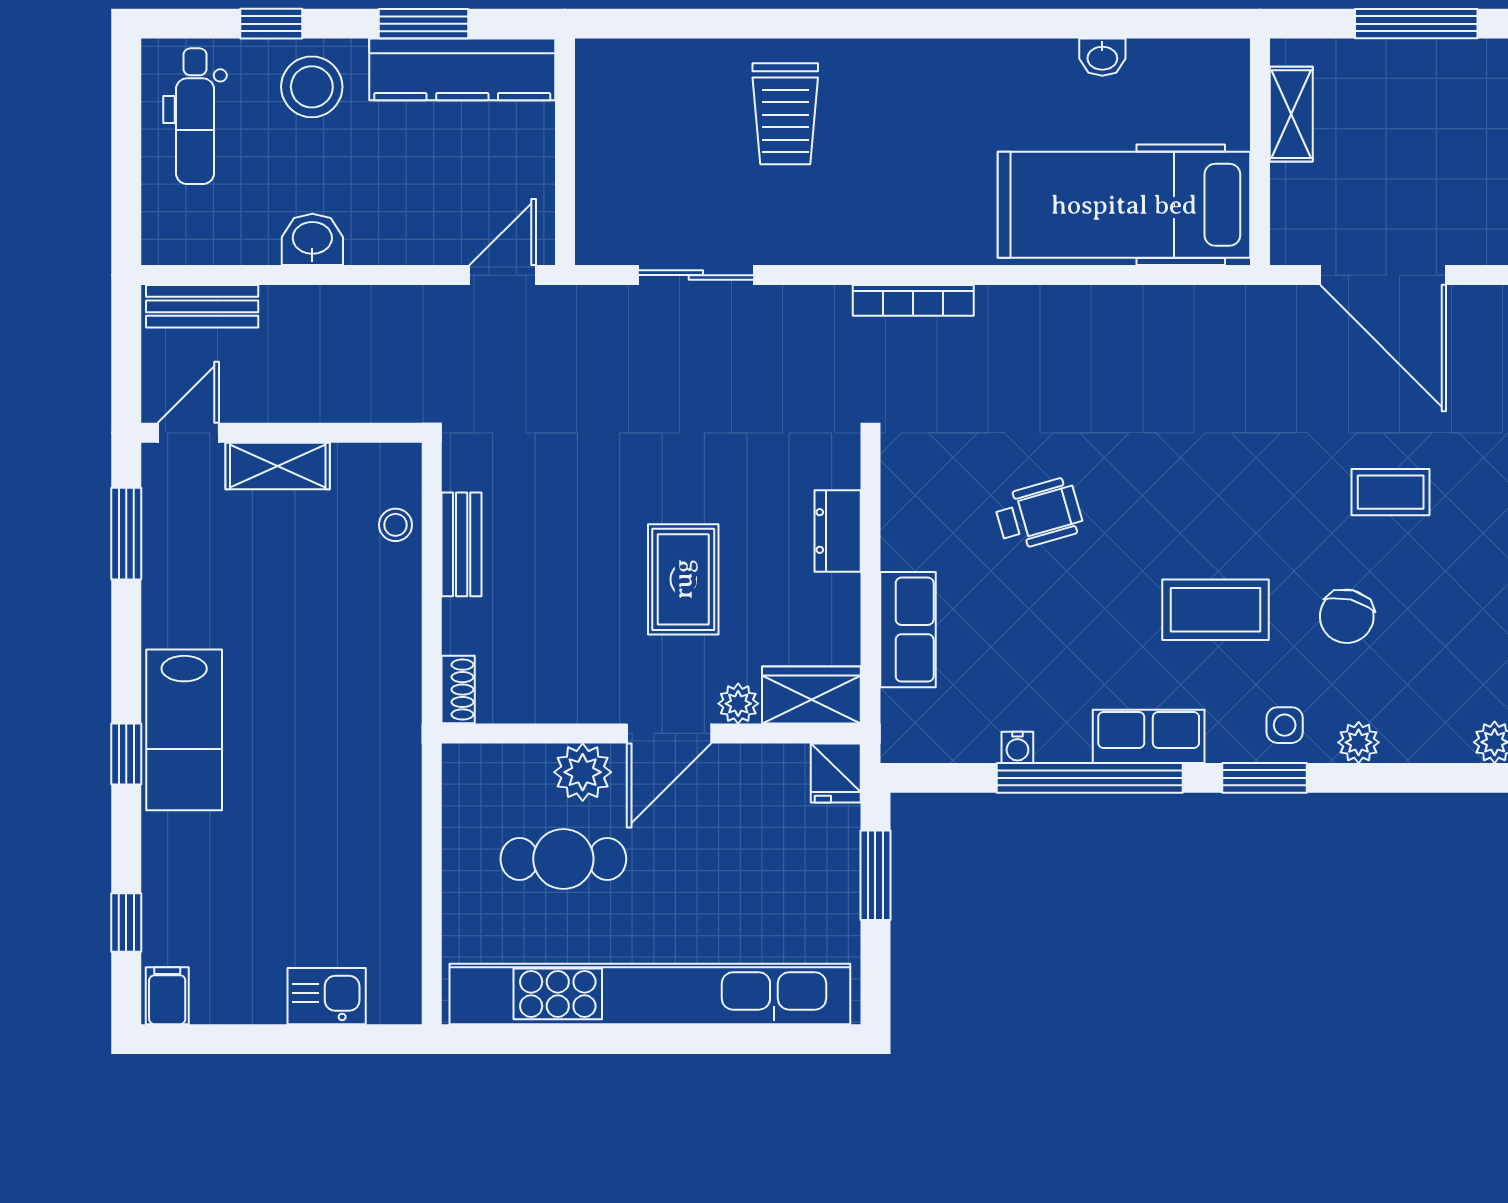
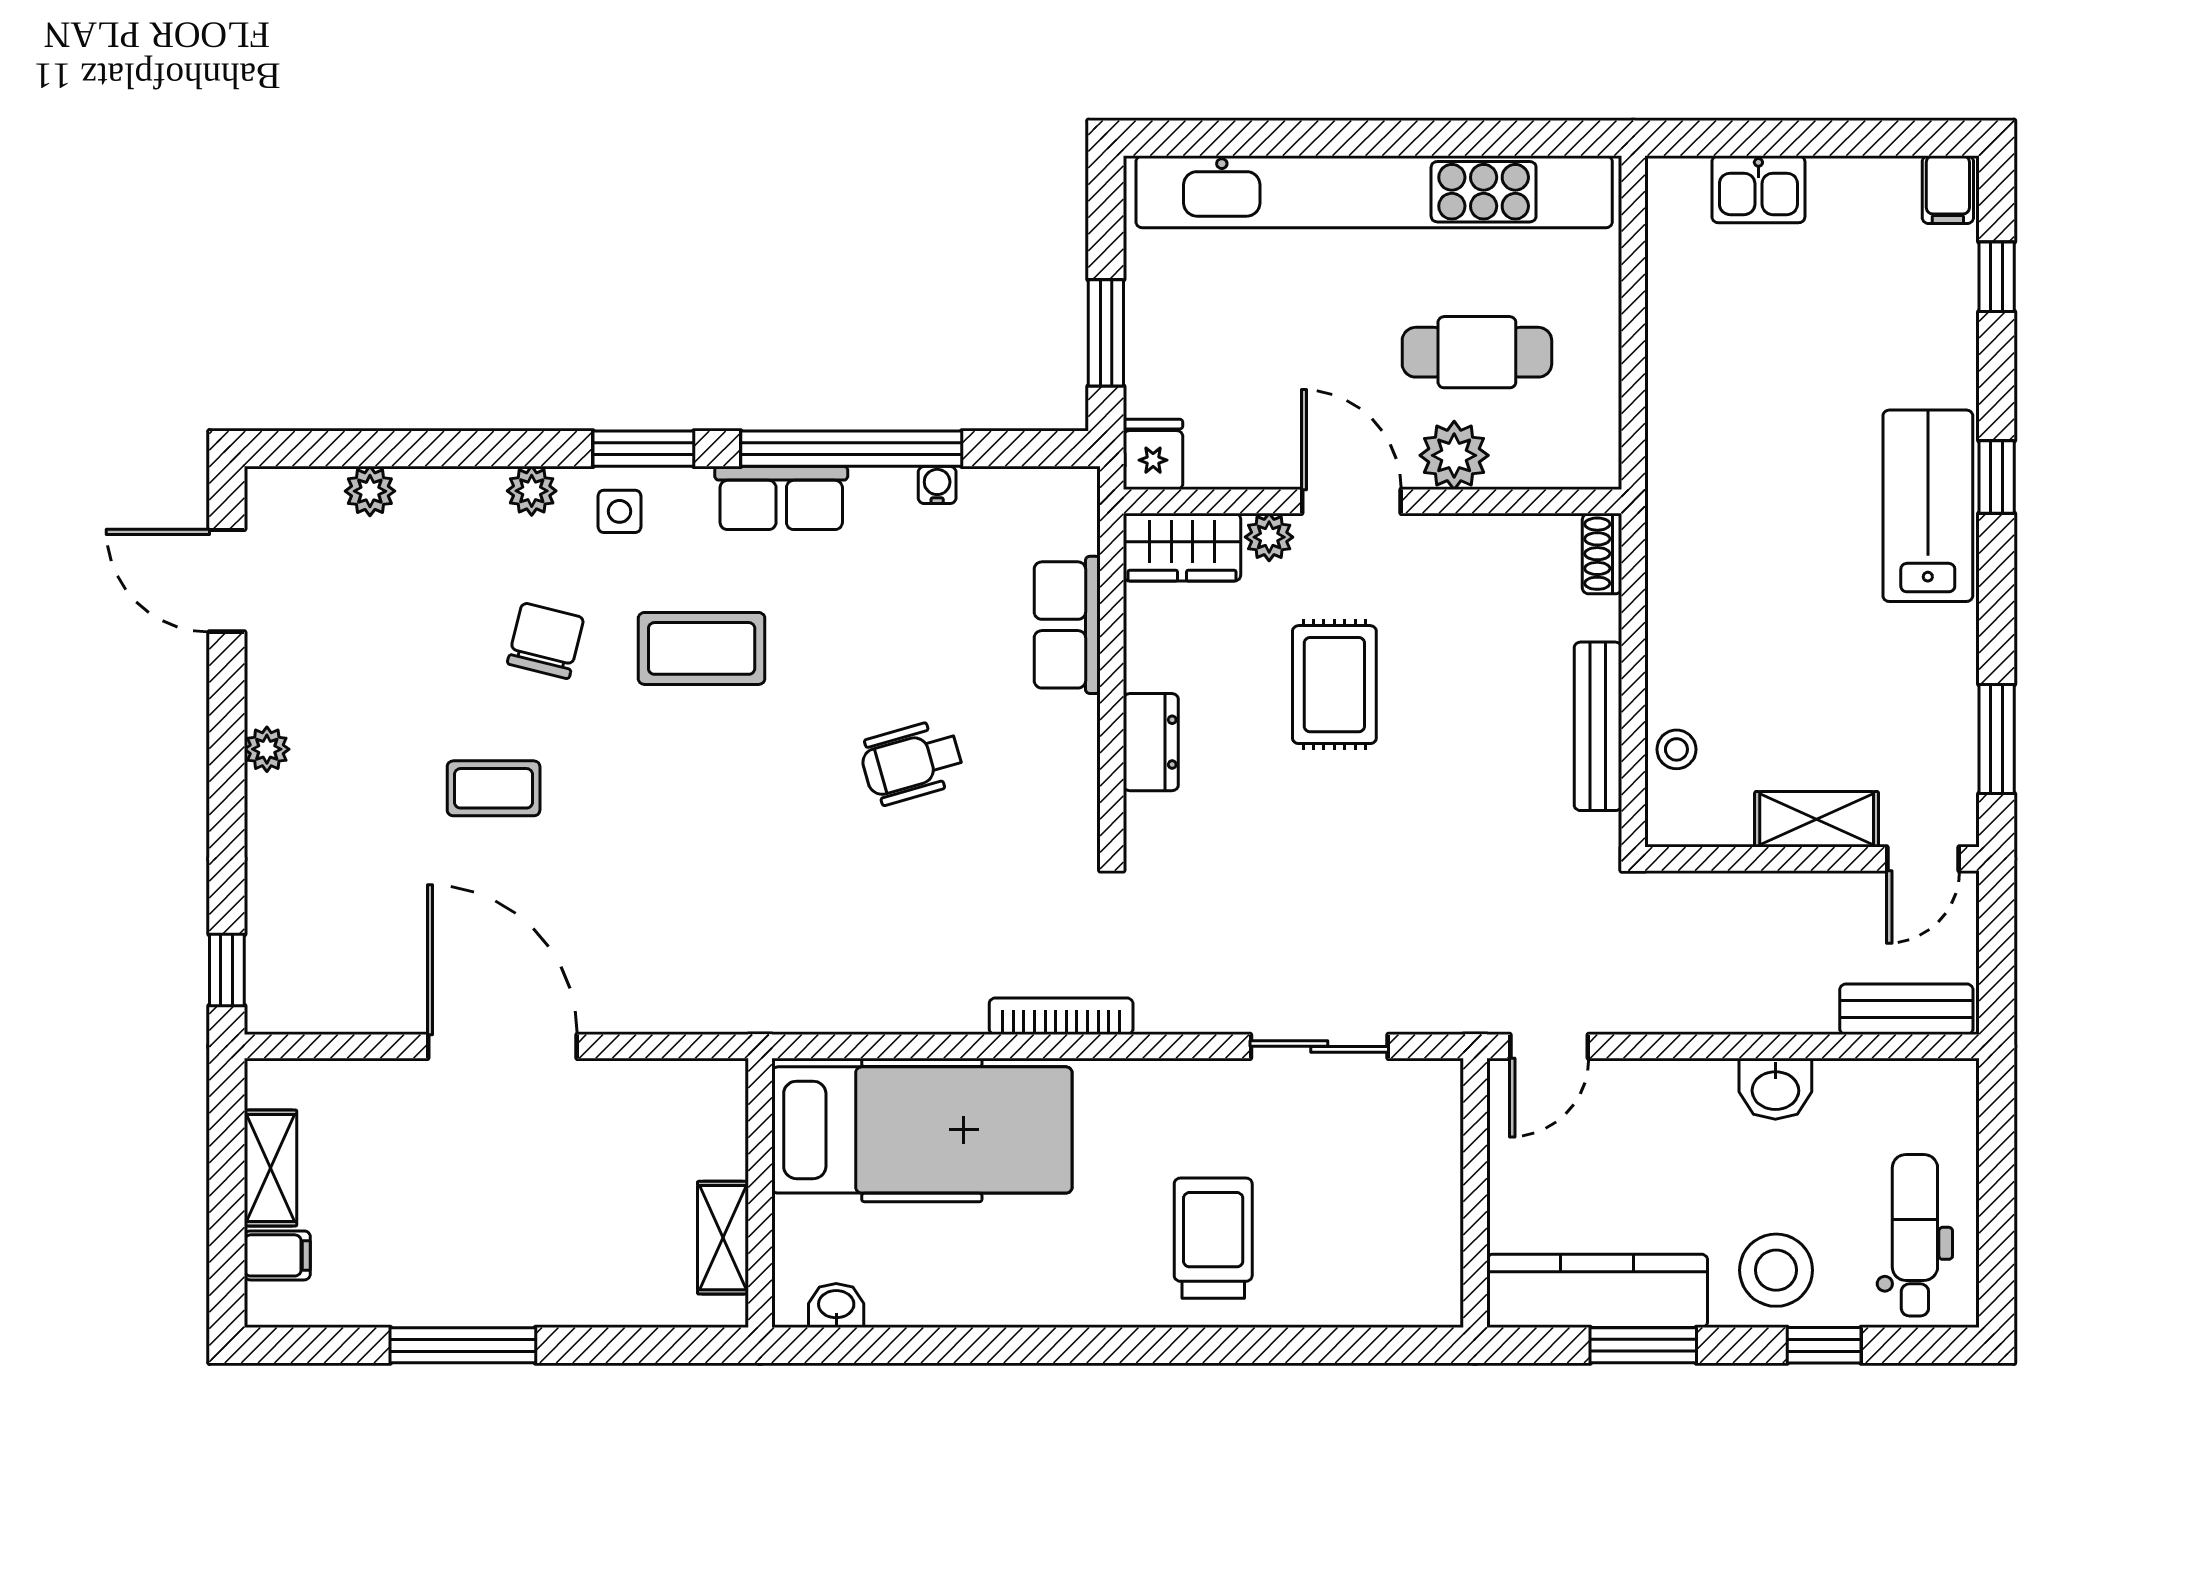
shelving: (1291, 114) -> (723, 1238), moved
wall: (1260, 152) -> (760, 1193), moved
hospital bed: (1124, 205) -> (922, 1130), moved
bench: (462, 544) -> (1598, 726), width x1.36
door: (669, 733) -> (1351, 501), hinge flipped

